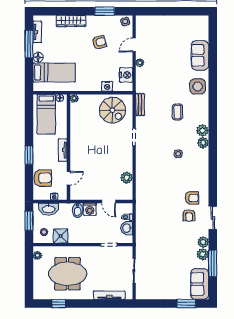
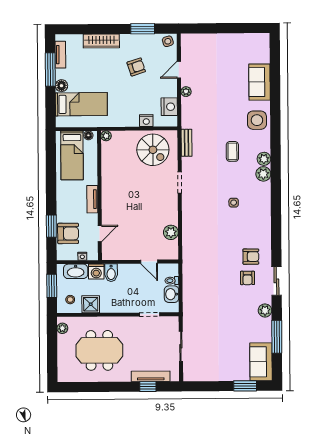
plant: (203, 143) -> (264, 159), moved
window: (29, 155) -> (51, 226), moved
washing machine: (90, 209) -> (96, 272), moved
plant: (203, 254) -> (265, 325), removed
window: (59, 304) -> (148, 387), moved

